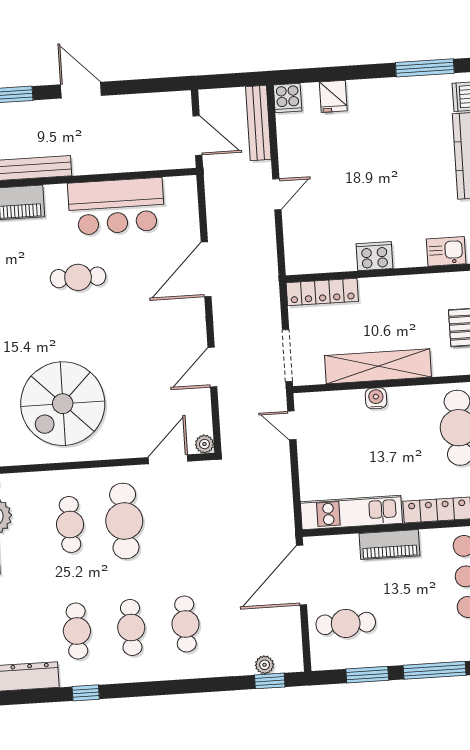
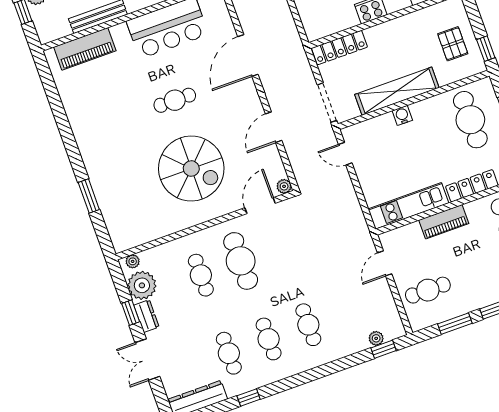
cafe table: (78, 277) -> (175, 100), moved
spiral stairs: (63, 404) -> (191, 169), moved, turned -90
door: (302, 575) -> (385, 263), width x0.53

